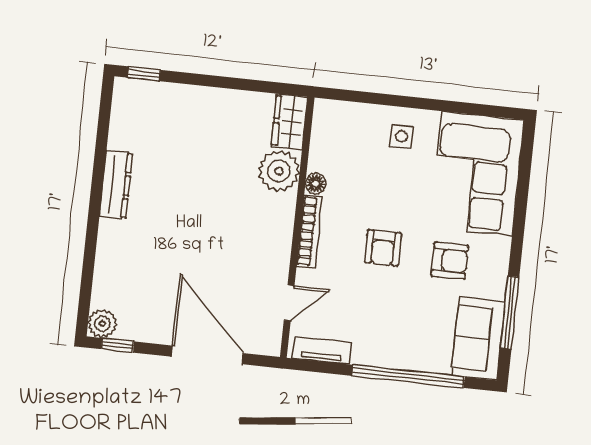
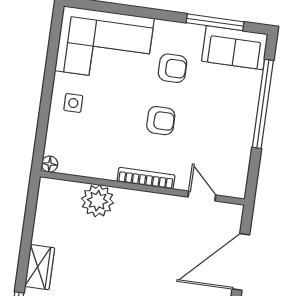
wardrobe: (289, 122) -> (40, 267), moved, turned -90
floor lamp: (316, 183) -> (50, 164), moved
armchair: (450, 261) -> (173, 68), turned 90
tv unit: (322, 350) -> (240, 171), removed

